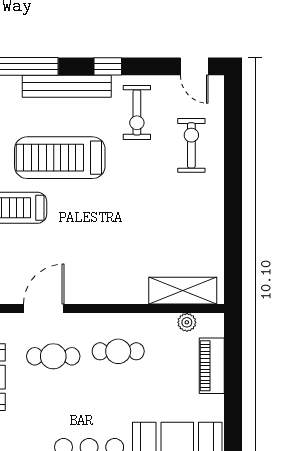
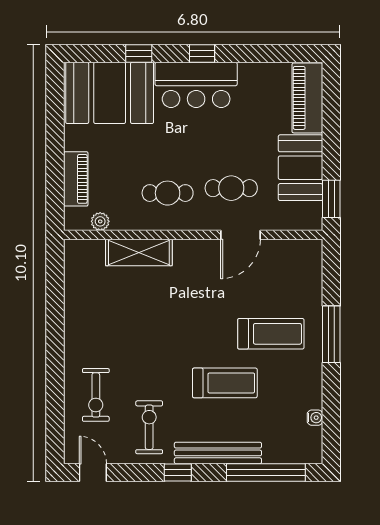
treadmill: (60, 158) -> (225, 383), width x0.73, depth x0.73
shelving: (183, 291) -> (139, 253), moved

